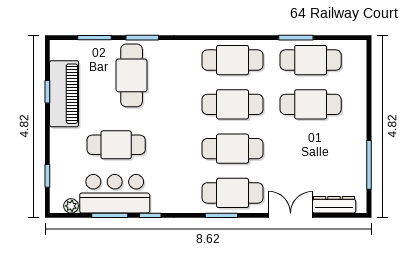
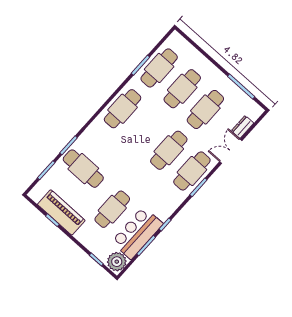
cafe table: (233, 104) -> (205, 109), moved
dresser: (334, 205) -> (243, 127), width x0.70
plant: (71, 206) -> (117, 262), width x1.88, depth x1.88

